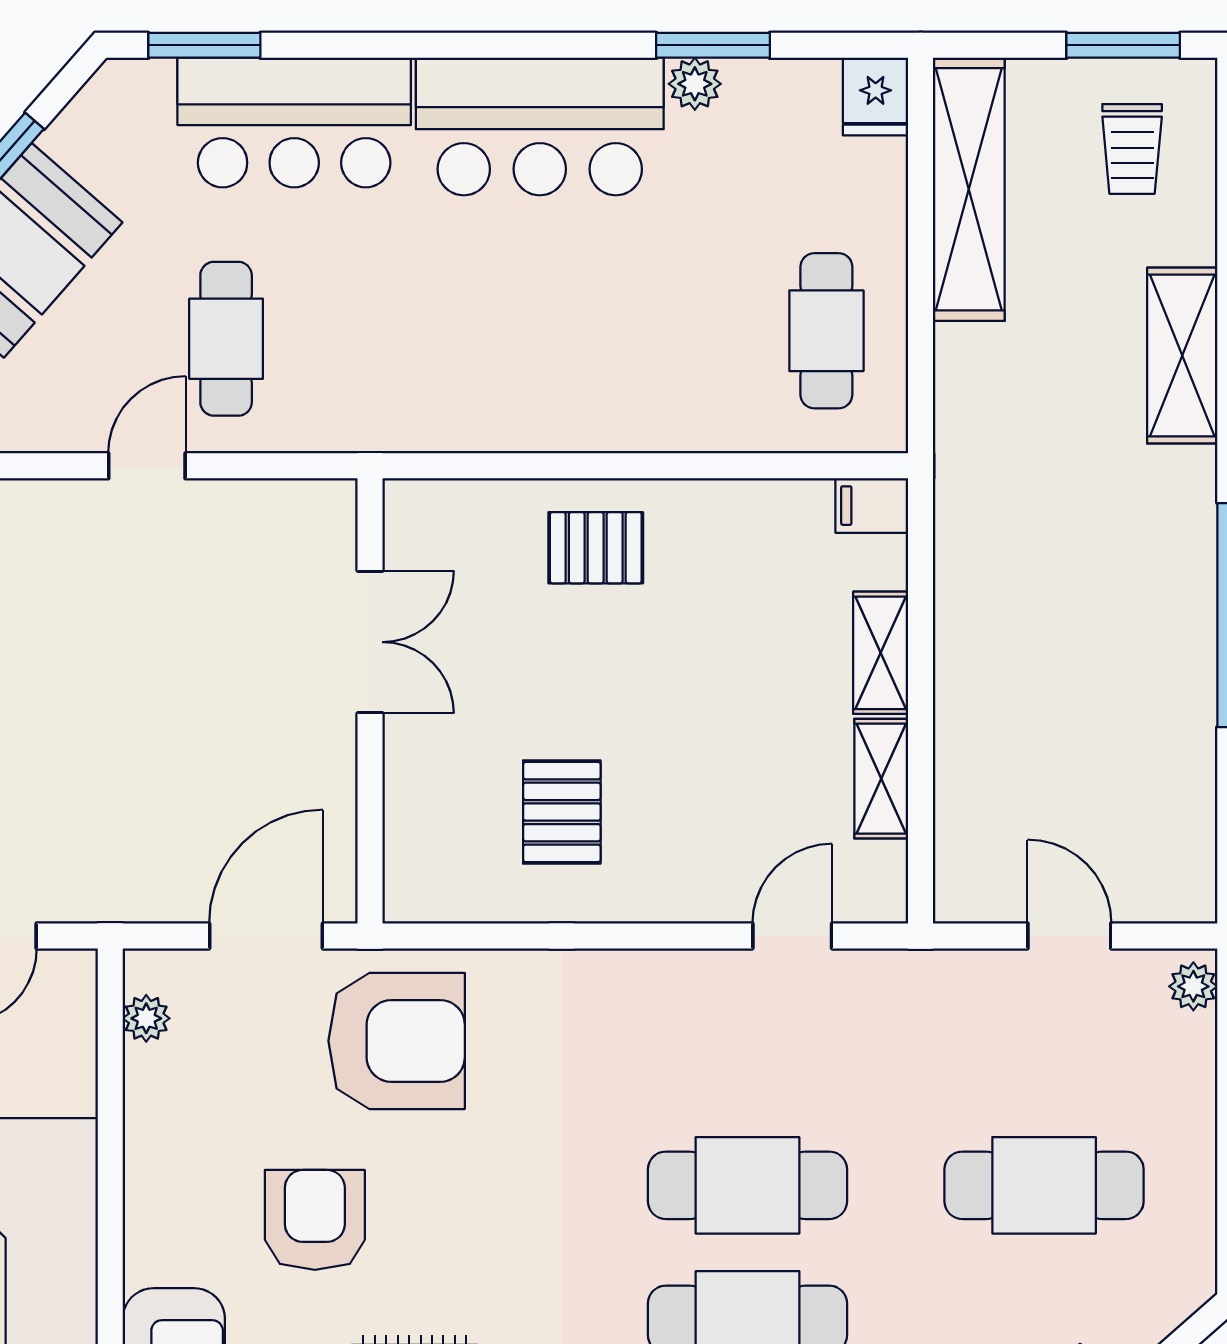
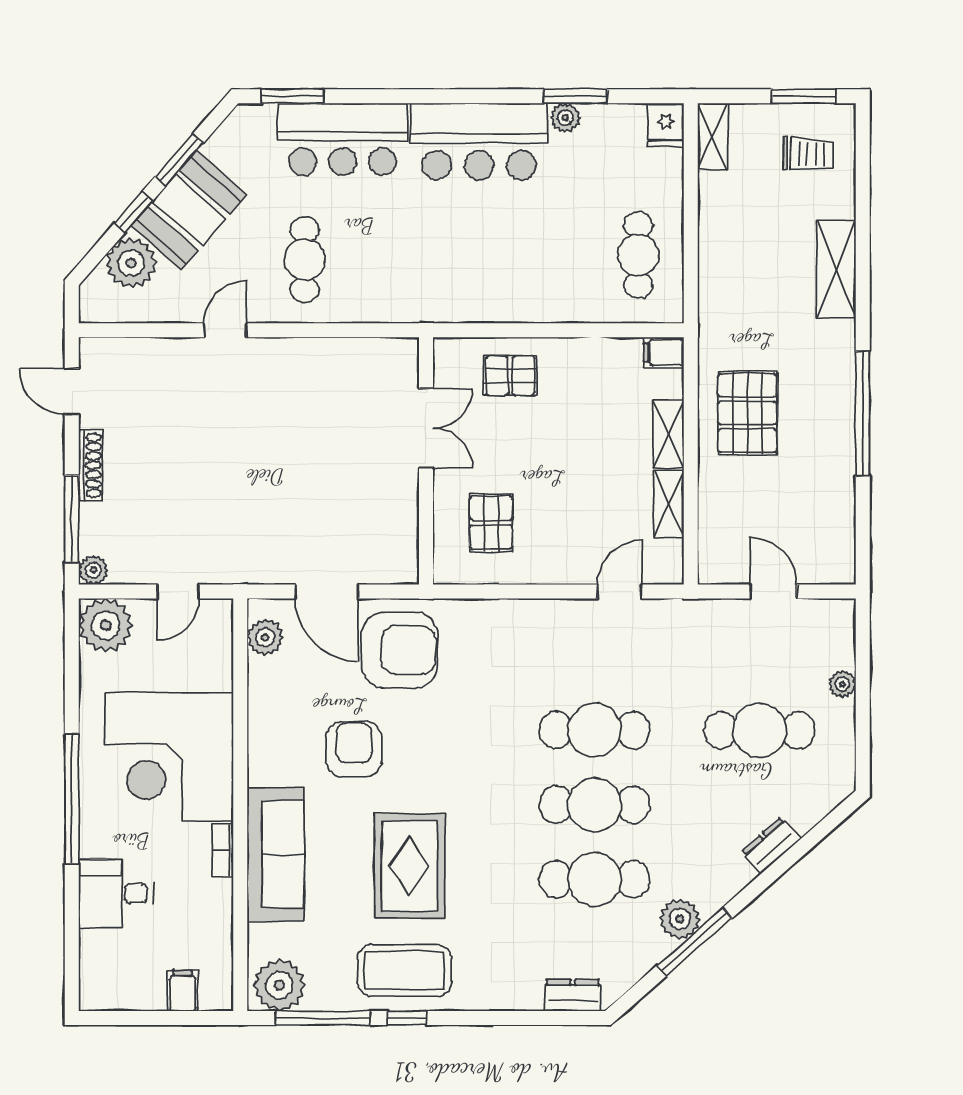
trolley: (1132, 149) -> (808, 154), turned -88
shelving: (969, 189) -> (713, 136), width x0.45, depth x0.75
door: (147, 466) -> (225, 330), moved
pallet: (1023, 615) -> (748, 413), added
double door: (370, 642) -> (426, 428), moved
wall: (370, 701) -> (426, 461), moved
door: (266, 936) -> (327, 592), swing flipped
plant: (1193, 986) -> (842, 684), moved
plant: (146, 1018) -> (265, 637), width x1.38, depth x1.38

